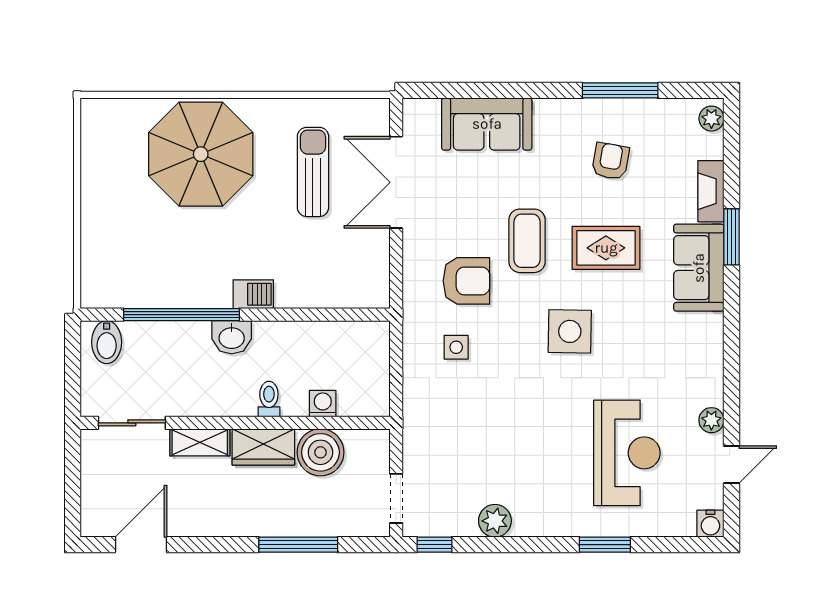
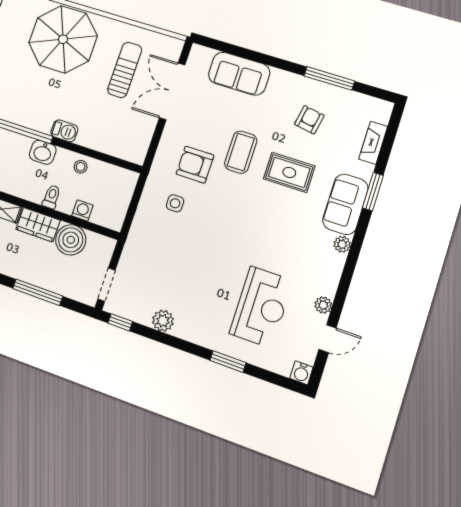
plant: (711, 119) -> (342, 244), moved
fireplace: (711, 191) -> (373, 143), moved
armchair: (466, 281) -> (195, 165), turned 180
side table: (570, 331) -> (249, 217), removed
stool: (297, 340) -> (81, 167), added

